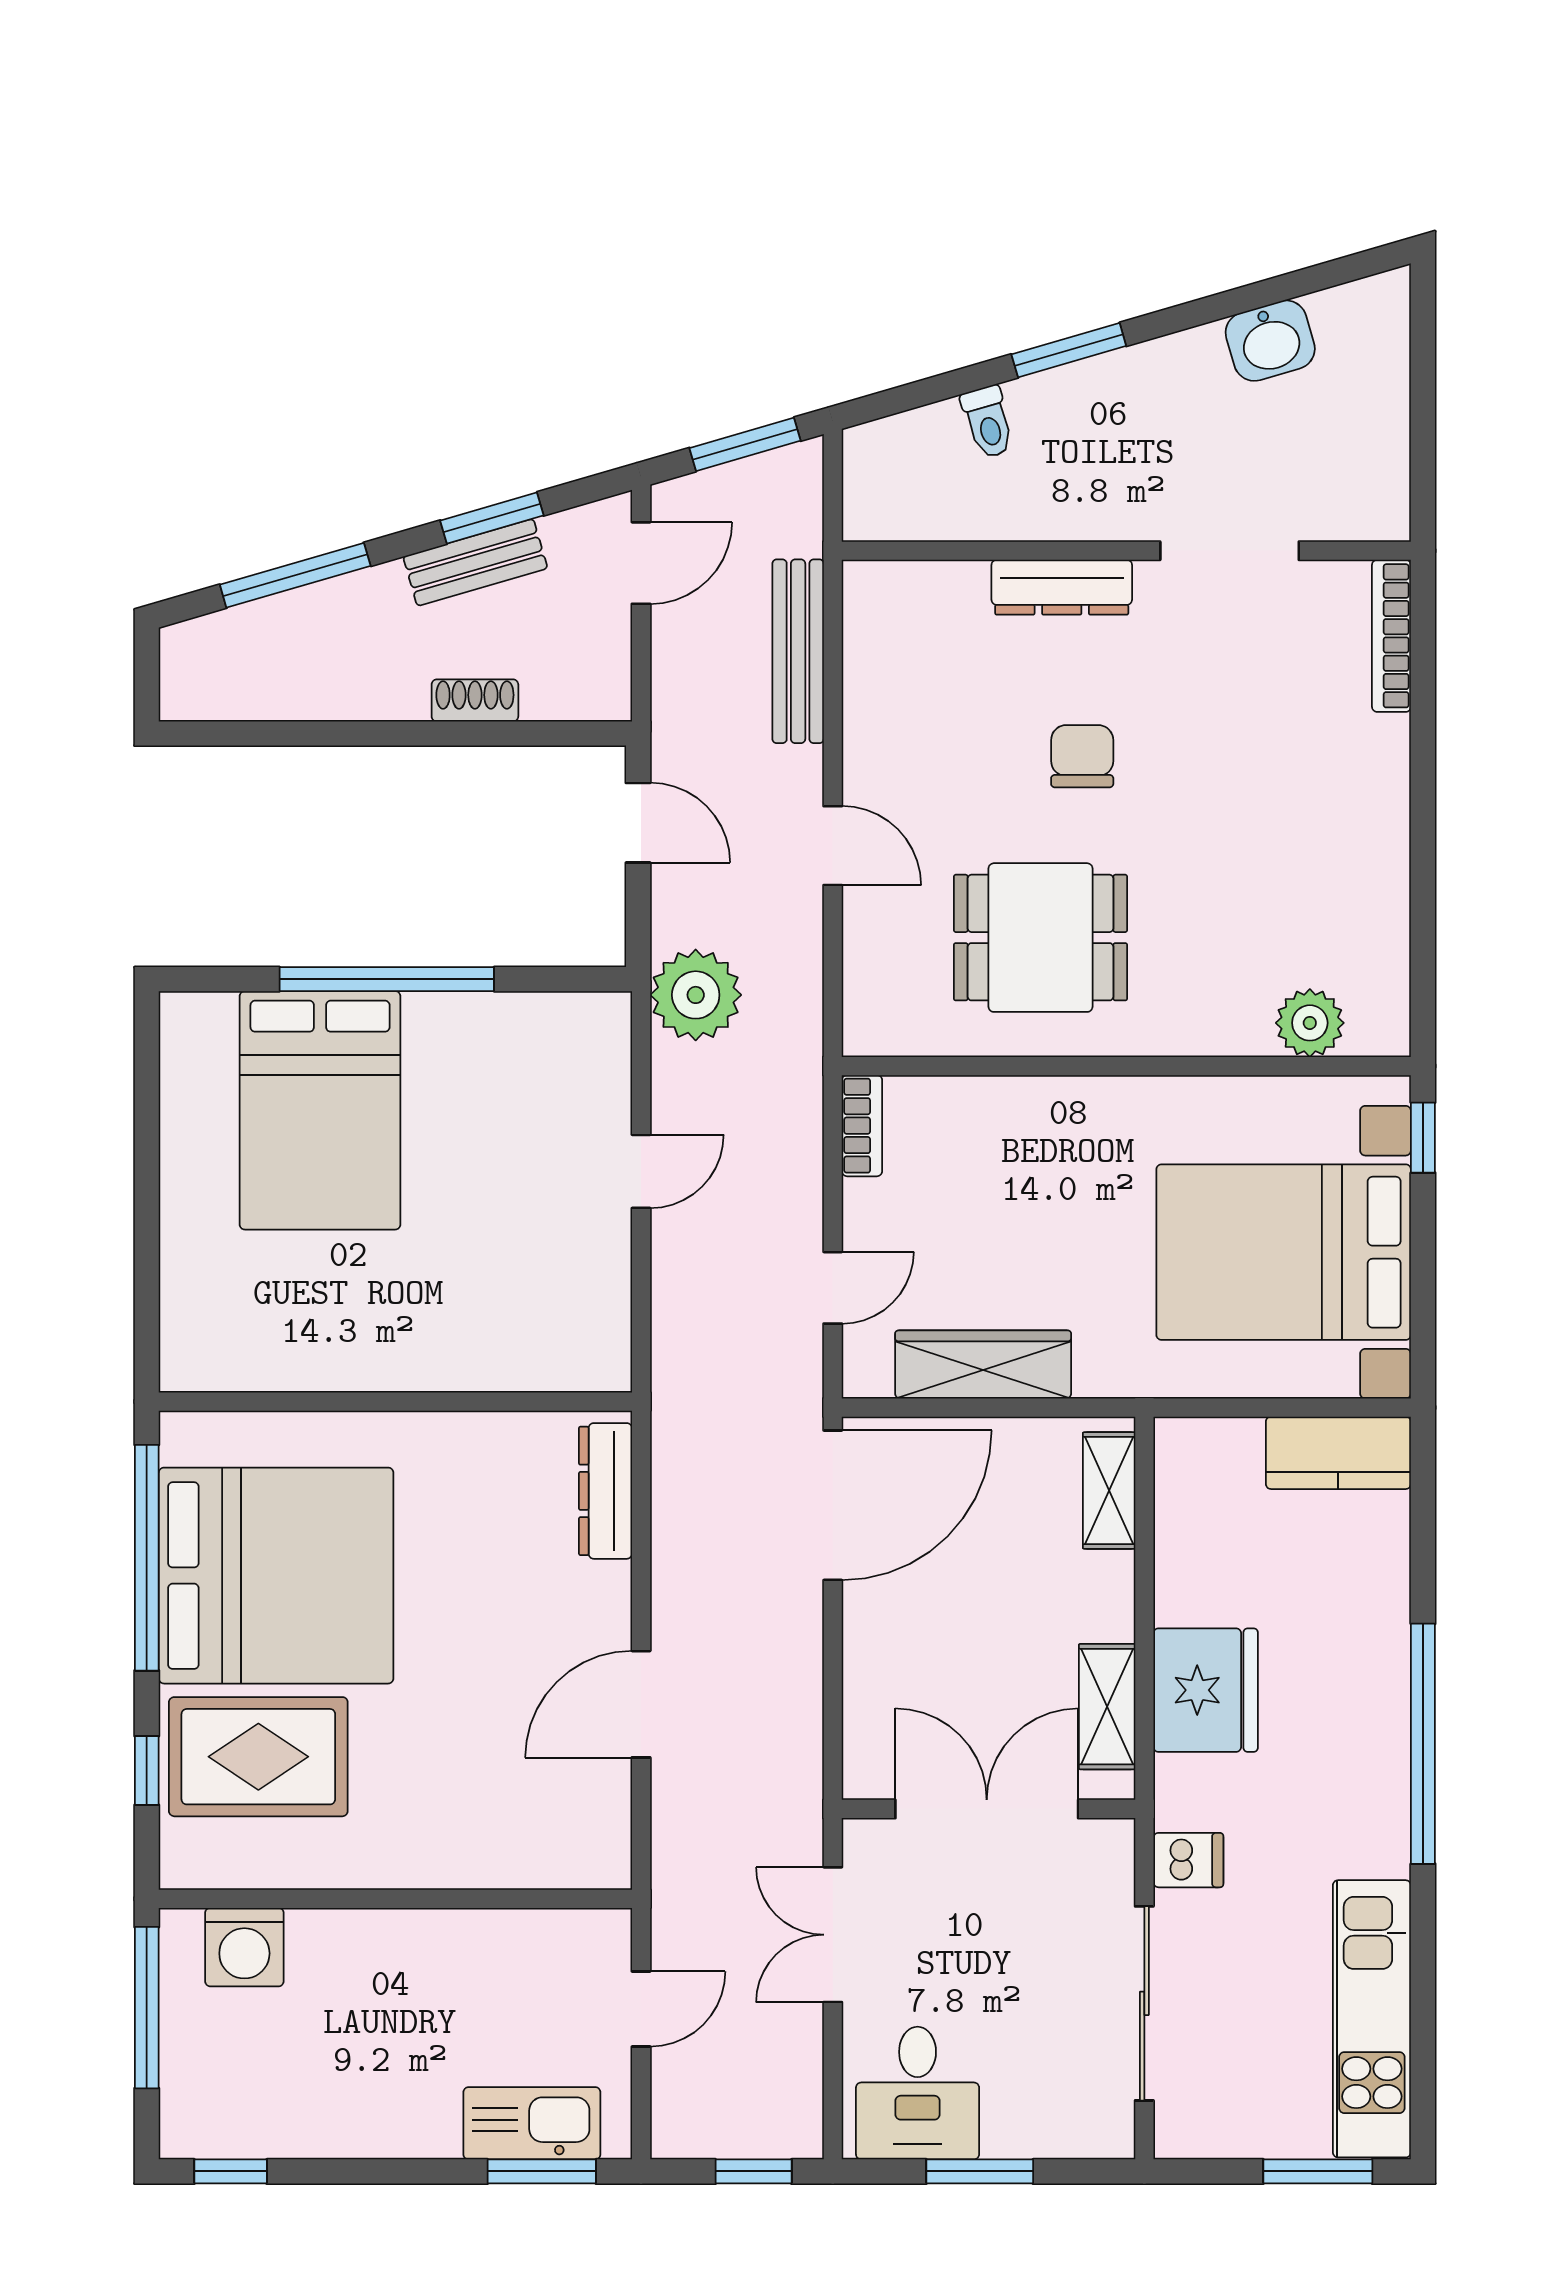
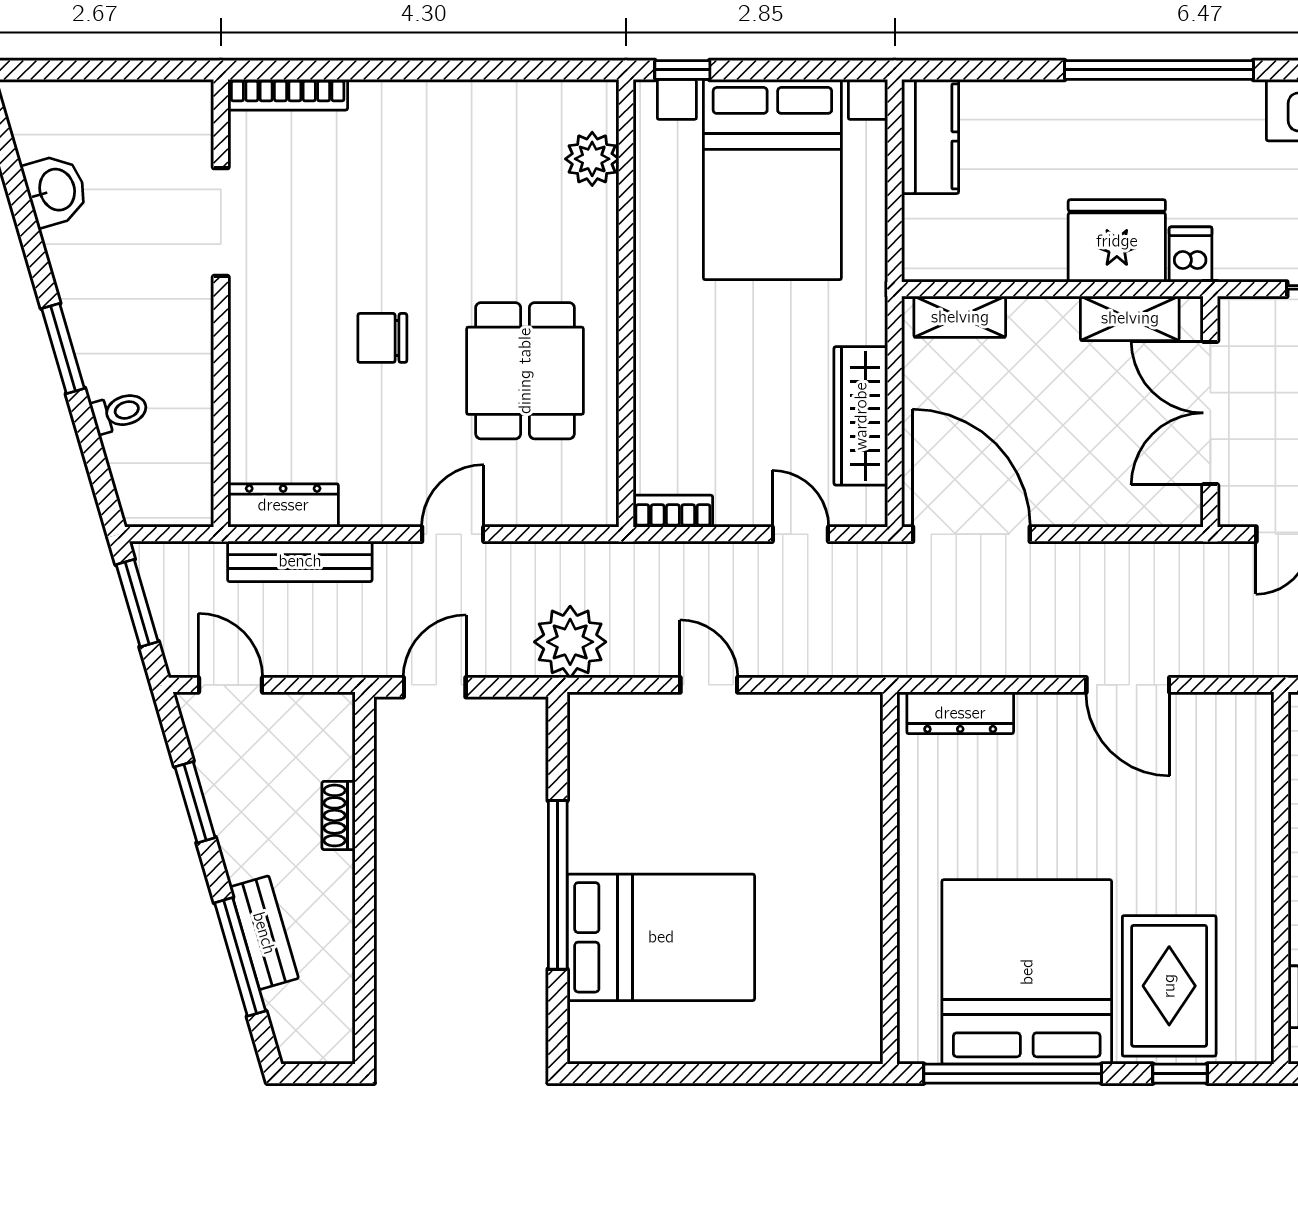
bench: (475, 562) -> (264, 933), moved
dresser: (1062, 587) -> (283, 505), moved, turned -90
dishwasher: (1188, 1860) -> (1191, 254), moved

